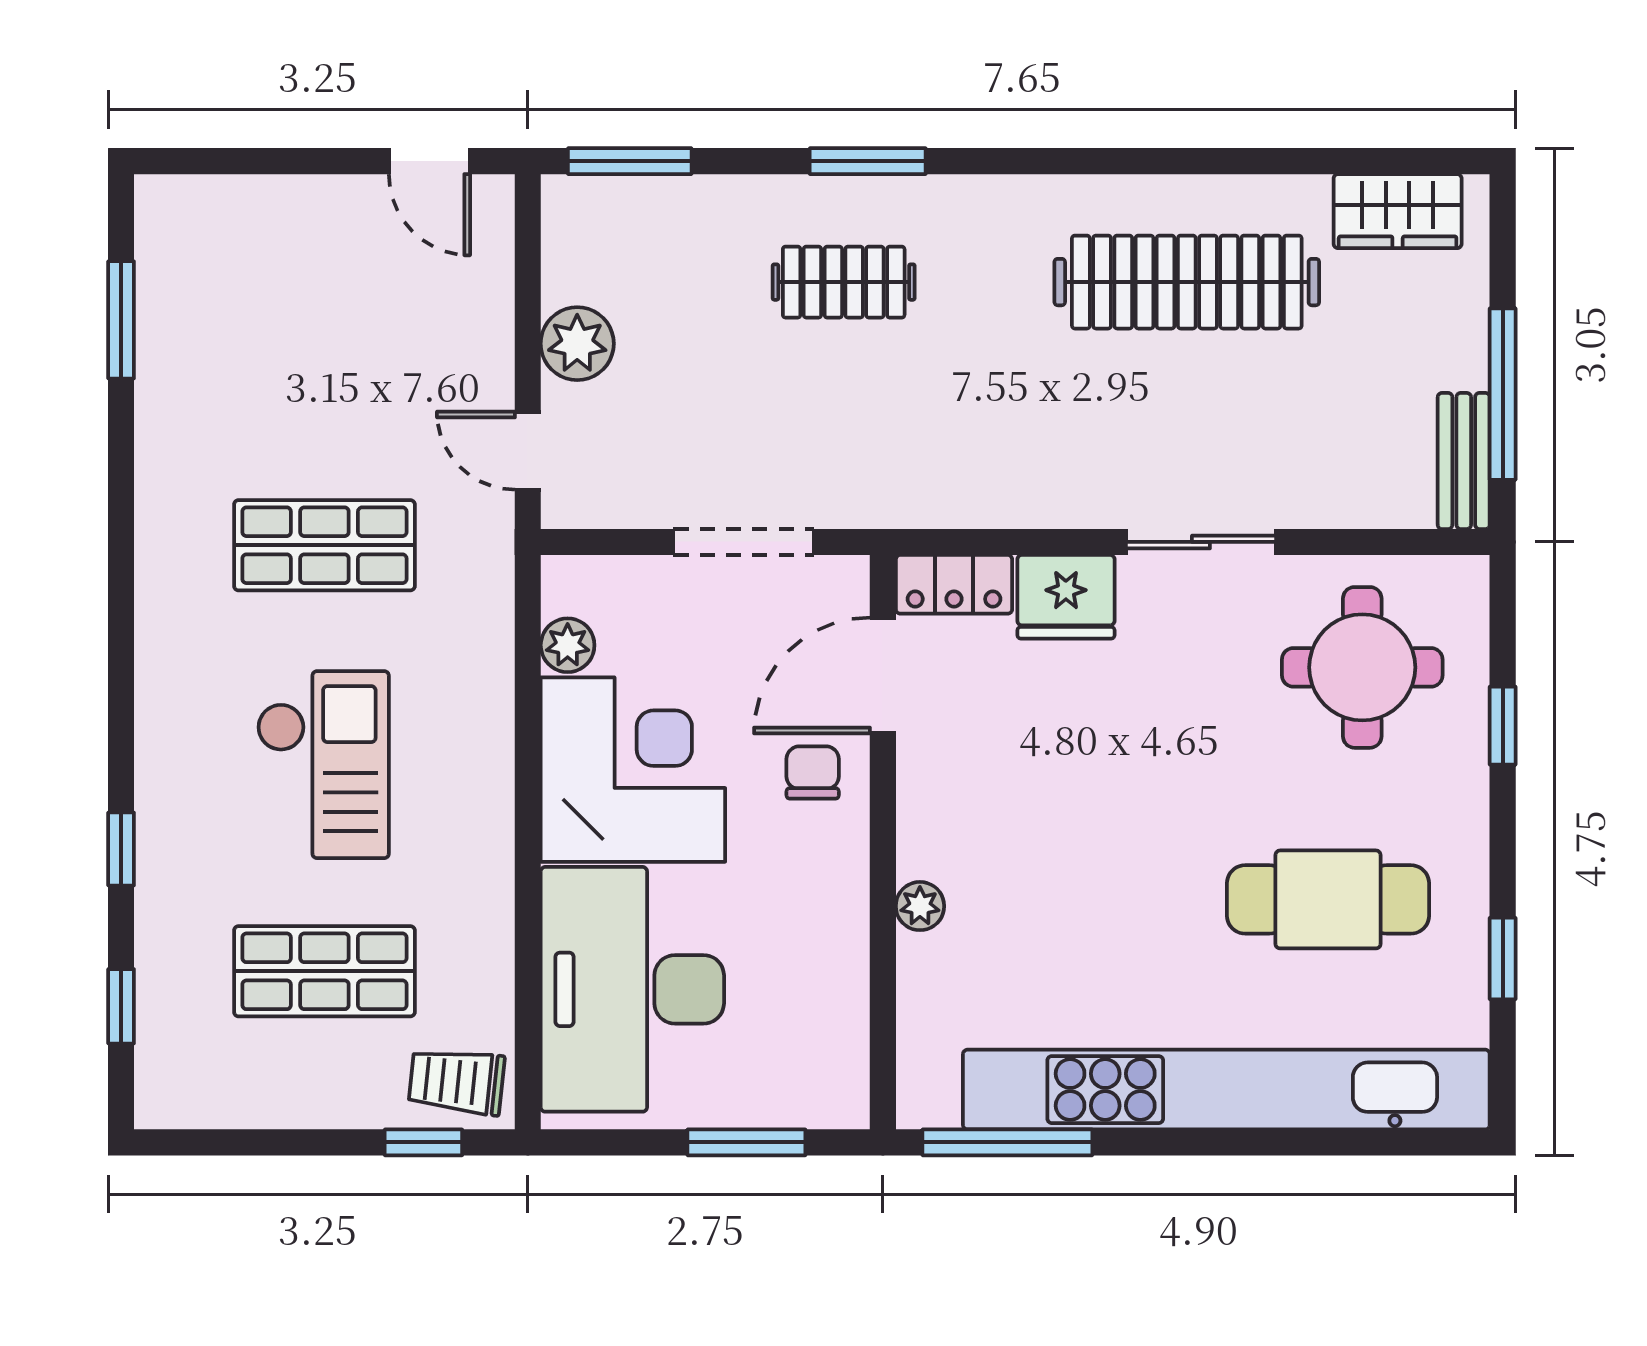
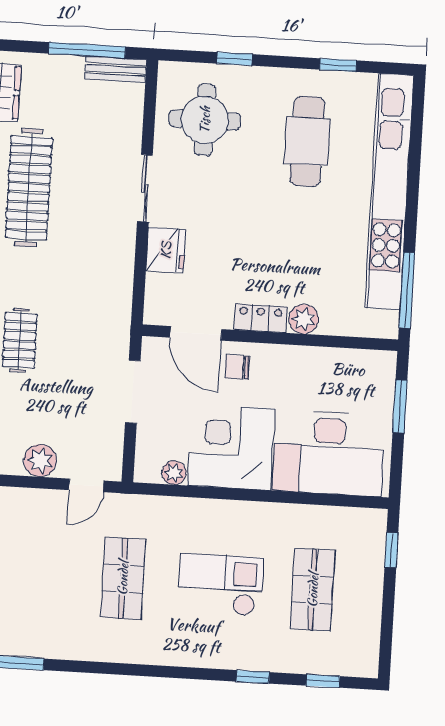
locker: (954, 584) -> (261, 318), moved, turned -90
plant: (920, 906) -> (304, 319), width x1.38, depth x1.38
trolley: (457, 1081) -> (365, 534), removed

